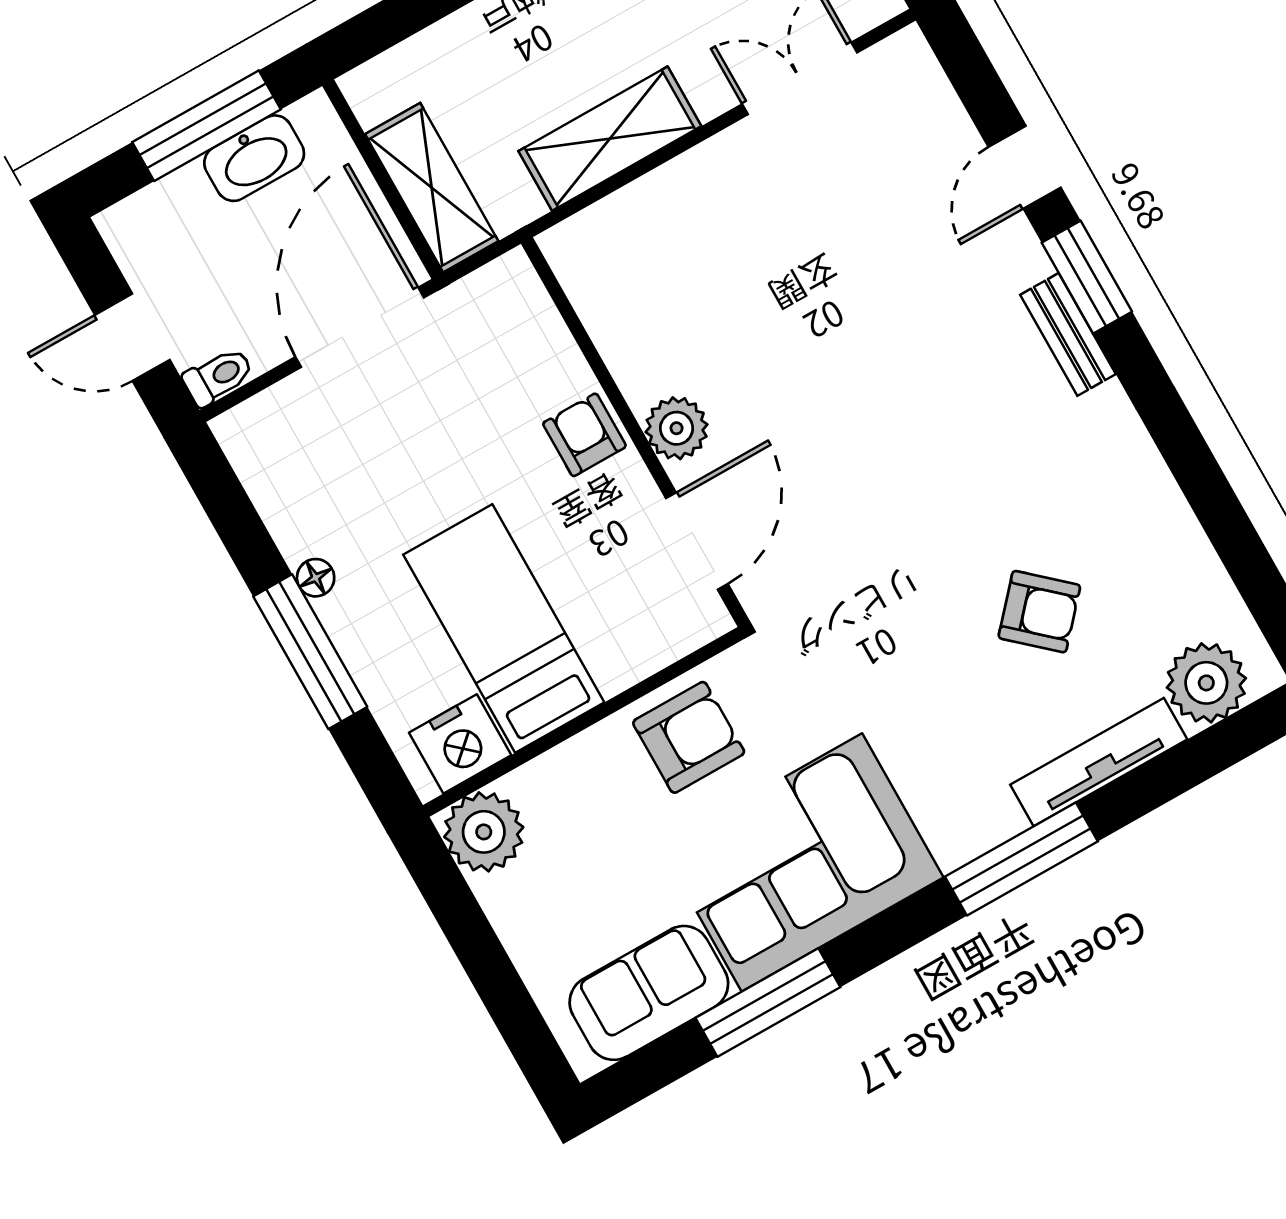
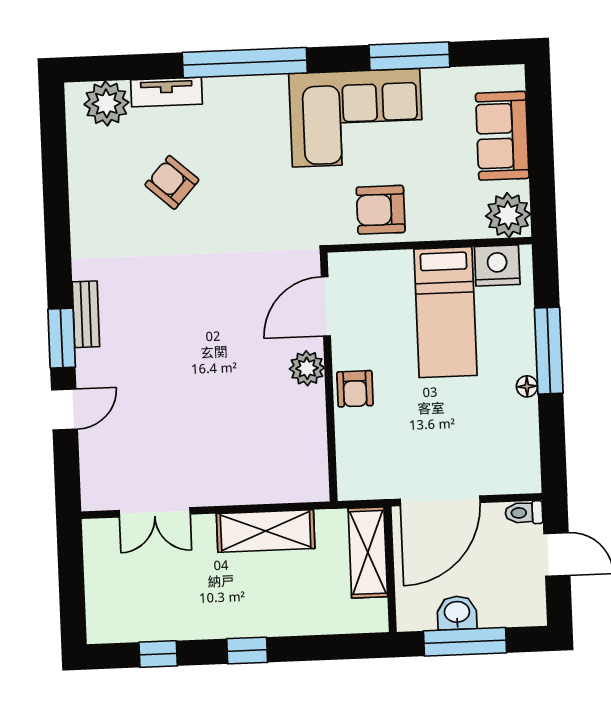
washbasin: (254, 158) -> (457, 613), width x0.72
tv unit: (1099, 762) -> (166, 92), width x0.71
window: (1021, 859) -> (245, 63), width x1.46
sofa: (649, 993) -> (502, 136), moved, turned 90

